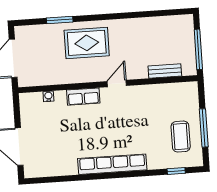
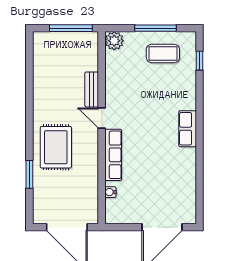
bench: (165, 71) -> (92, 89), moved
plant: (189, 90) -> (114, 41), added
row of seats: (83, 97) -> (113, 155), width x1.48
row of seats: (112, 164) -> (188, 129), width x0.50

